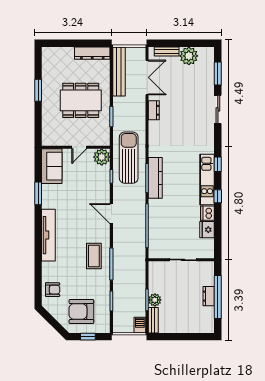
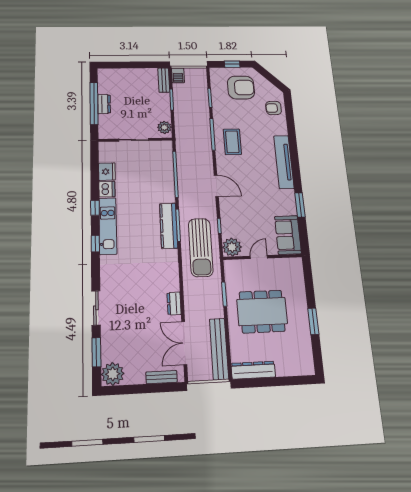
plant: (189, 56) -> (113, 374), moved
plant: (155, 300) -> (164, 127), moved

